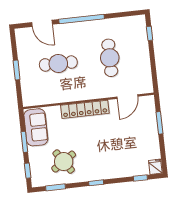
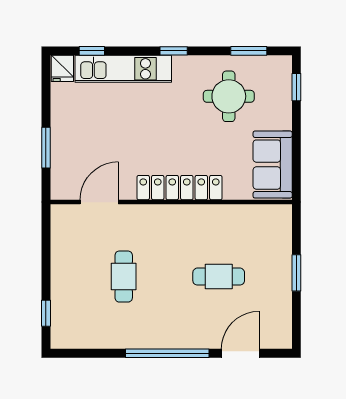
door: (42, 23) -> (240, 353), hinge flipped
cafe table: (110, 58) -> (124, 277), width x0.73, depth x0.74
cafe table: (58, 63) -> (219, 277), width x0.73, depth x0.74
window: (24, 142) -> (296, 140), removed
round table: (64, 162) -> (229, 96), turned 34
kitchen unit: (122, 170) -> (123, 69), added

